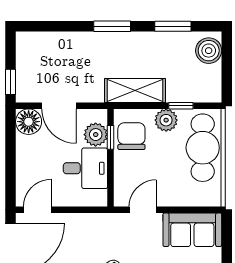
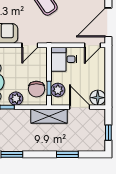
window: (112, 26) -> (67, 154), moved
window: (11, 82) -> (108, 133), moved
shelving: (135, 91) -> (49, 116), moved
desk: (85, 168) -> (64, 59), moved

